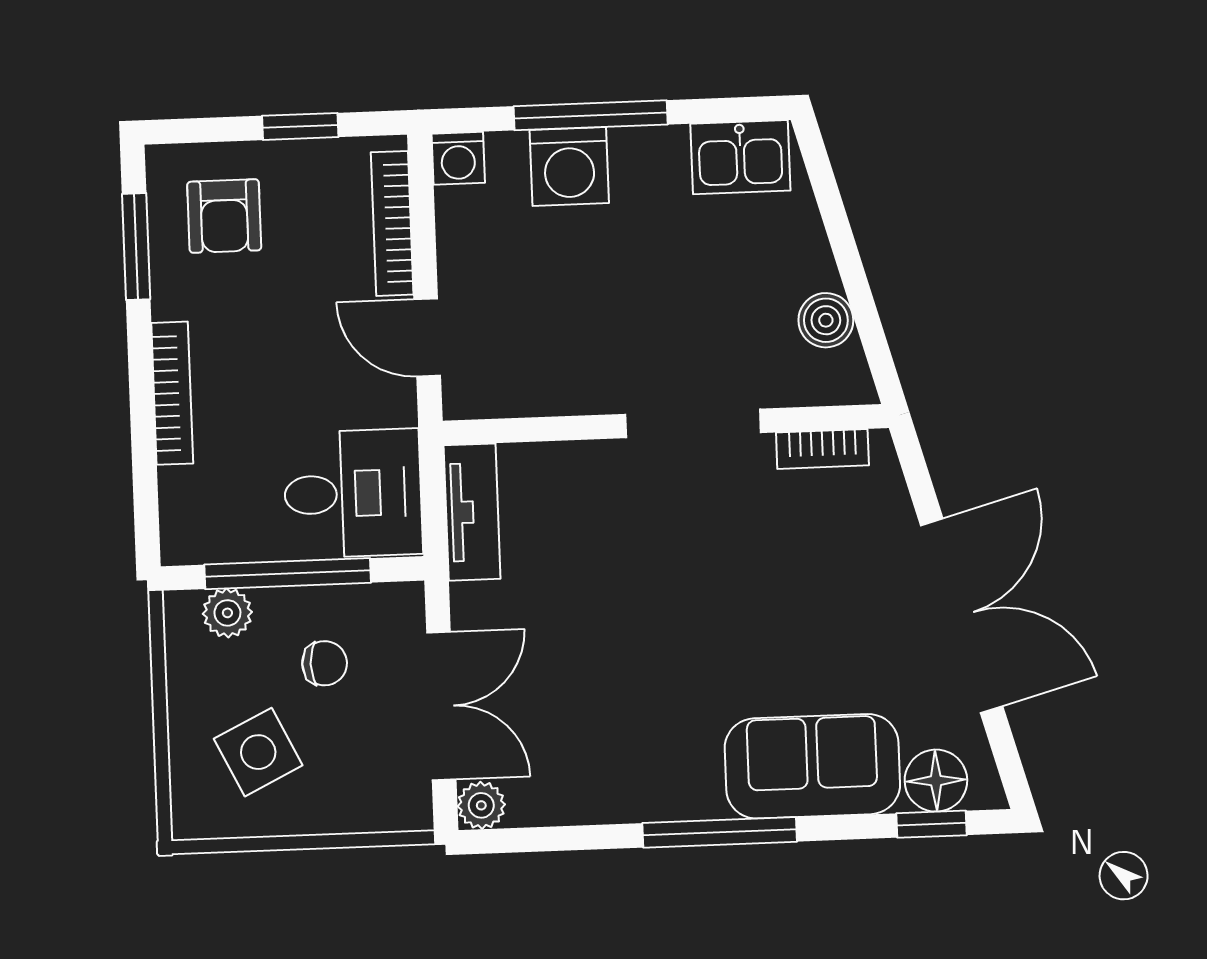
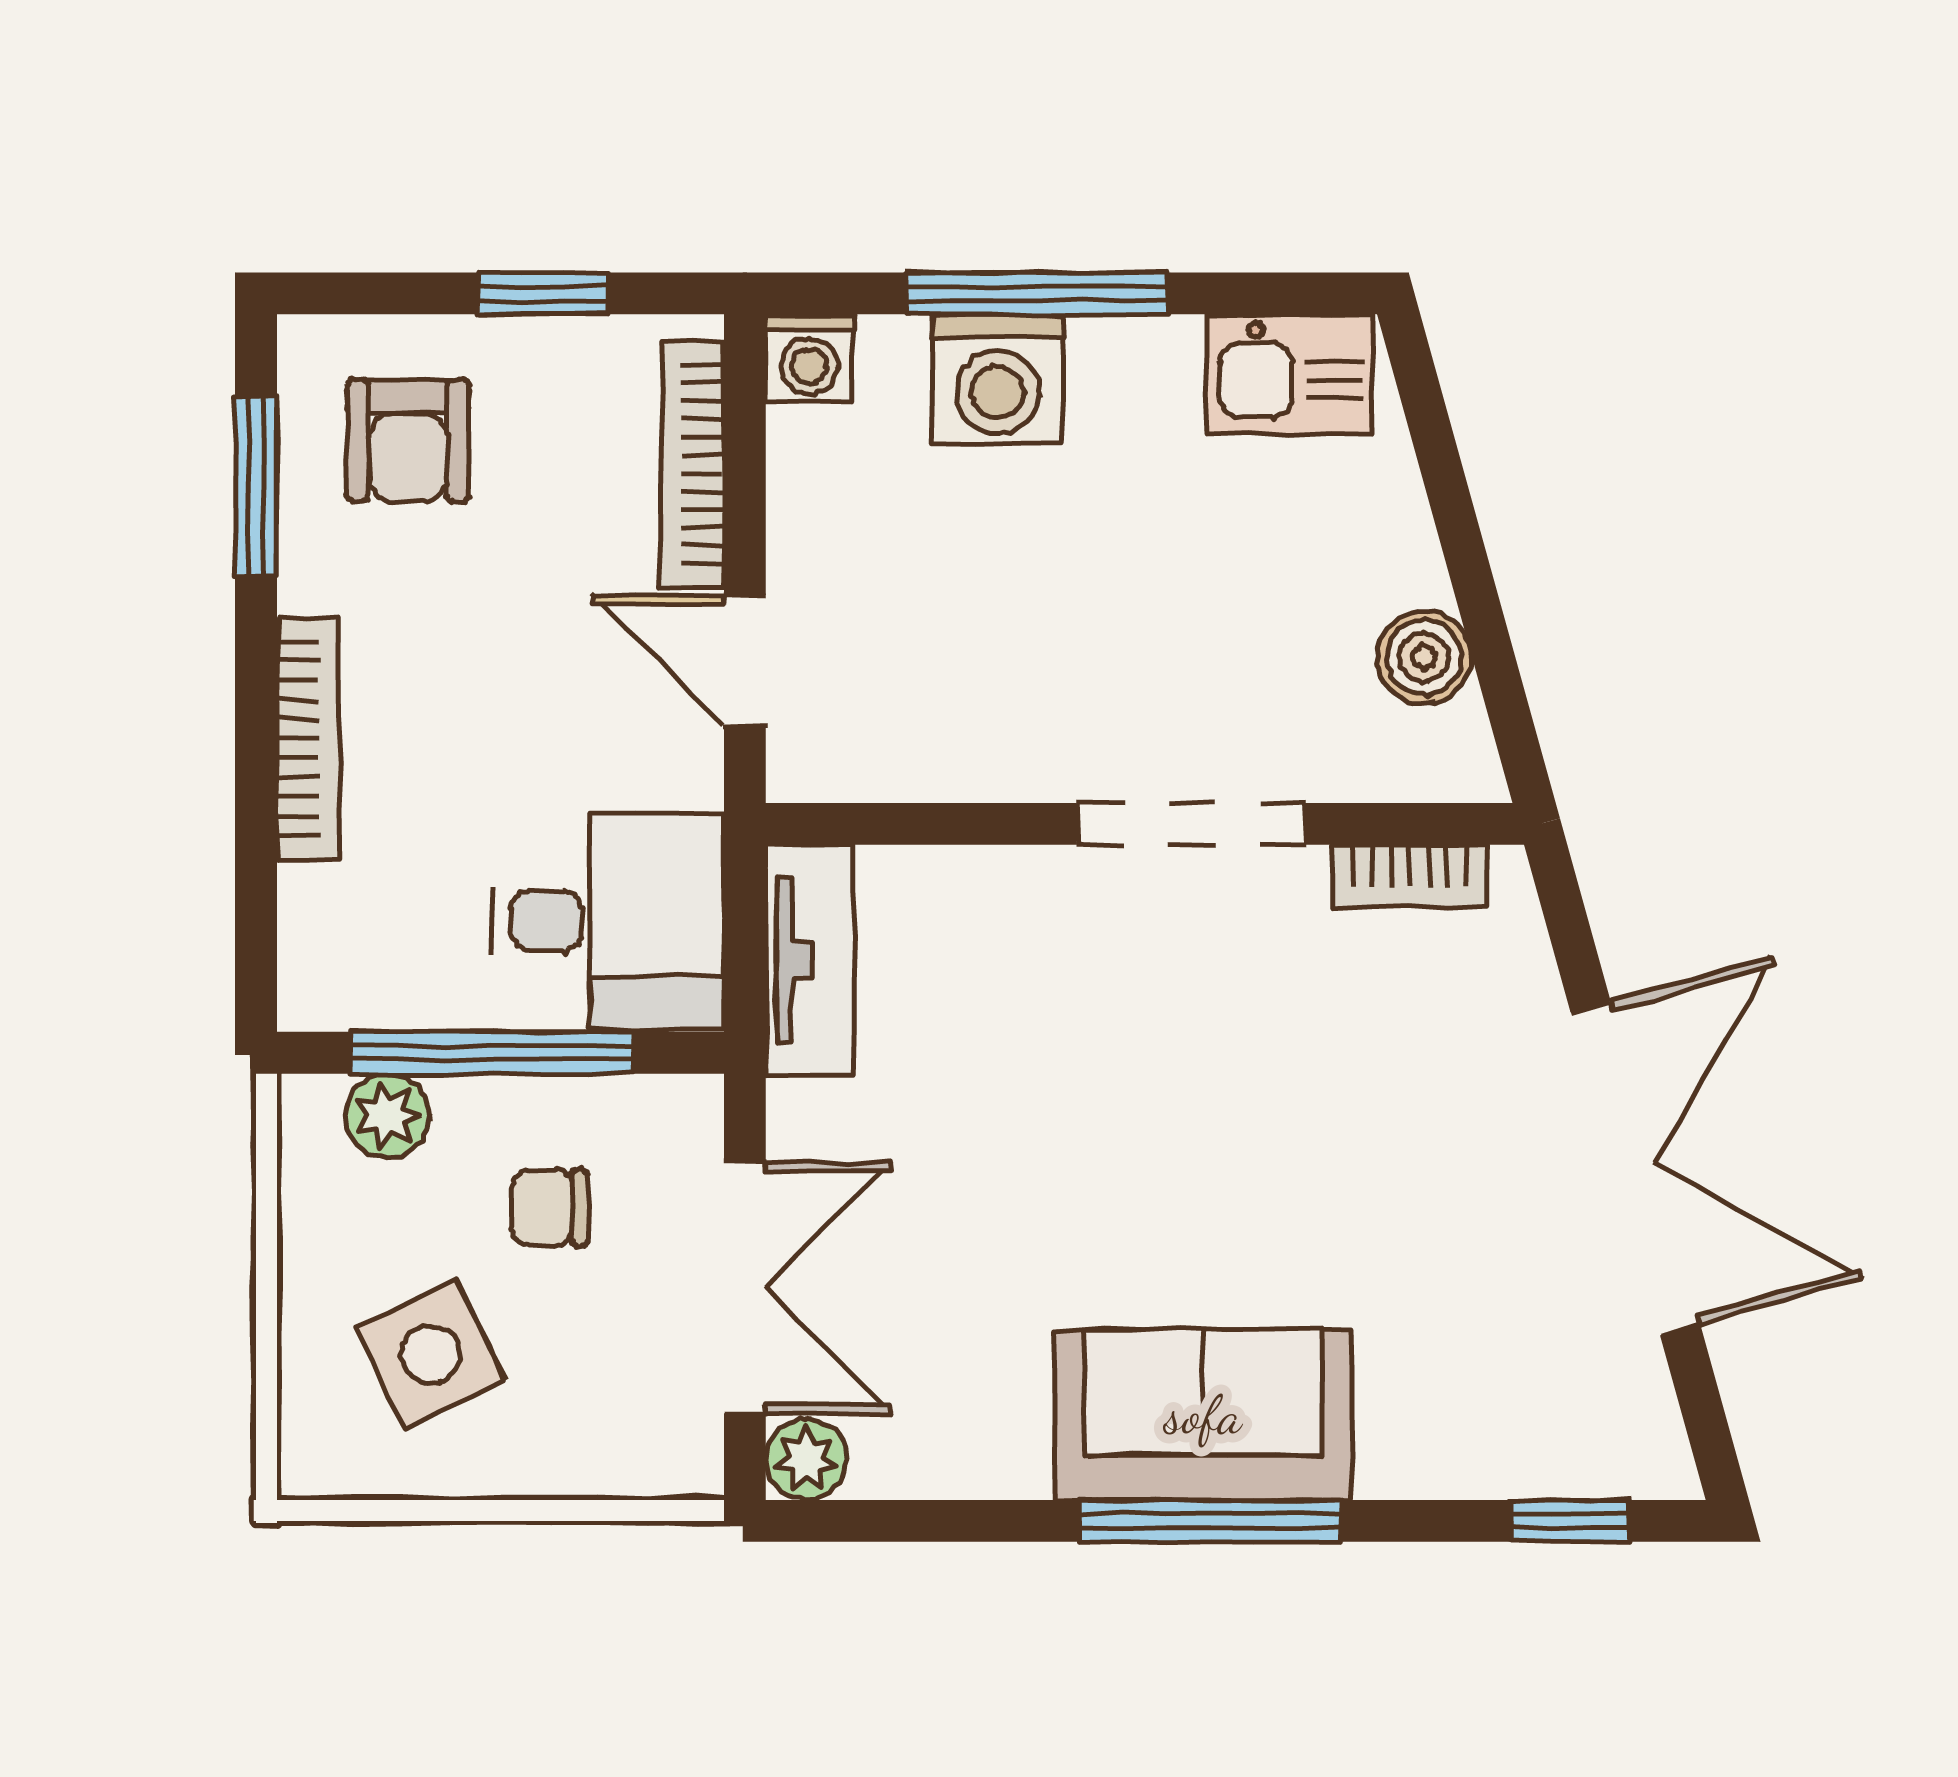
chair: (325, 663) -> (549, 1208), turned 180
sofa: (812, 766) -> (1203, 1415), moved
floor lamp: (936, 781) -> (1581, 1447), removed

